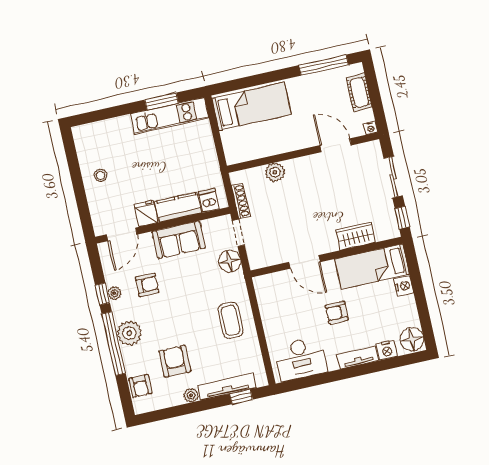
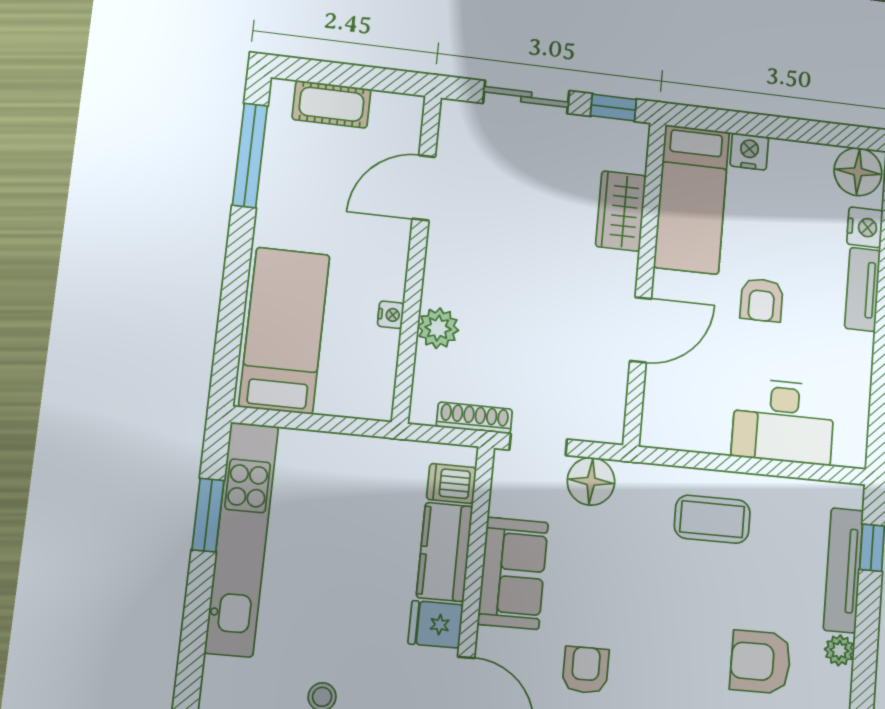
kitchen unit: (170, 116) -> (242, 539), width x1.36
nightstand: (371, 128) -> (391, 315), moved
desk: (301, 359) -> (783, 421), moved, turned 90

